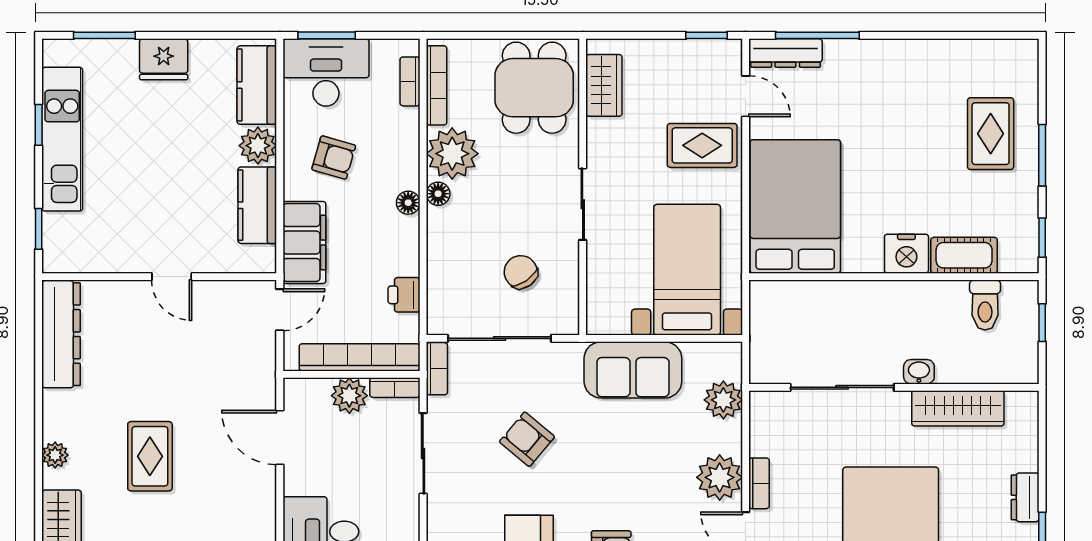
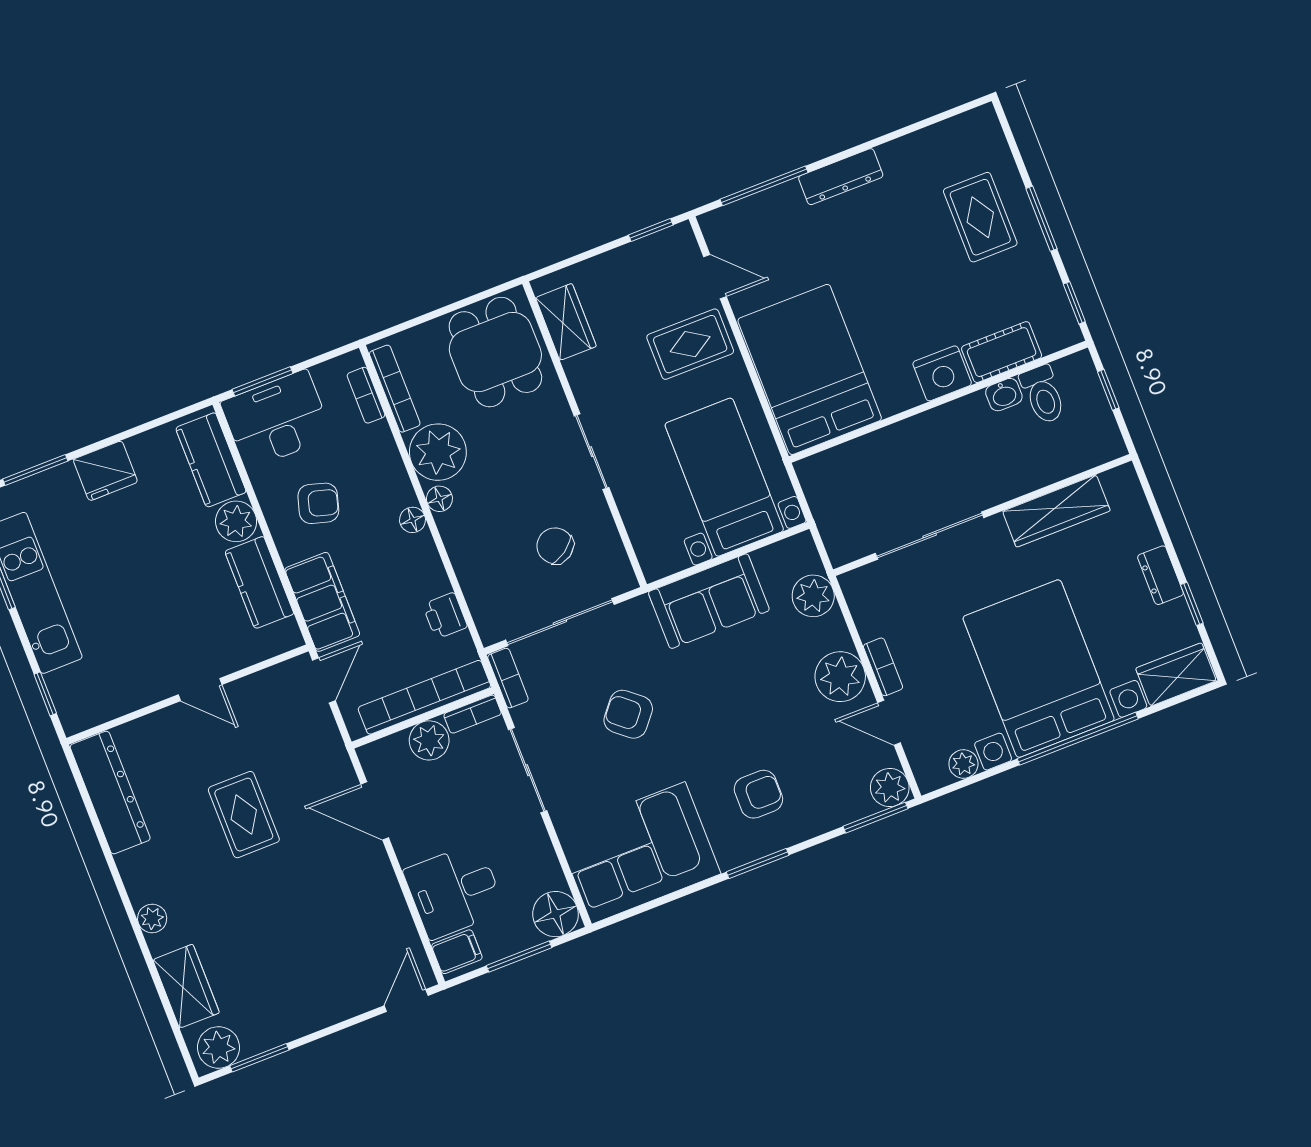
dresser: (785, 53) -> (841, 177), moved
washbasin: (919, 372) -> (1004, 395), moved, turned 180
rug: (150, 456) -> (244, 815), moved

